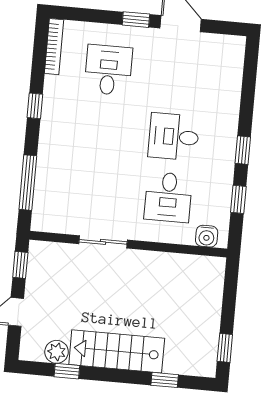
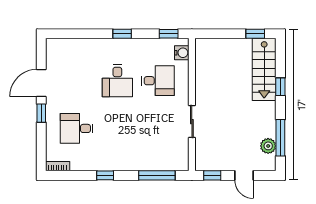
bookcase: (54, 47) -> (58, 166), width x0.64
window: (238, 199) -> (169, 34), moved
stairs: (117, 351) -> (264, 69), moved
window: (67, 371) -> (280, 138), width x2.17
window: (165, 380) -> (280, 87), moved

